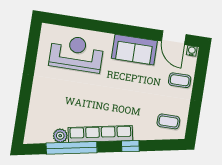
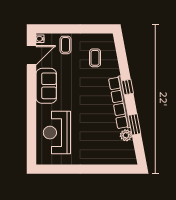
coffee table: (168, 121) -> (95, 58), moved
window: (130, 146) -> (128, 87), moved
window: (72, 148) -> (135, 124), width x0.47

